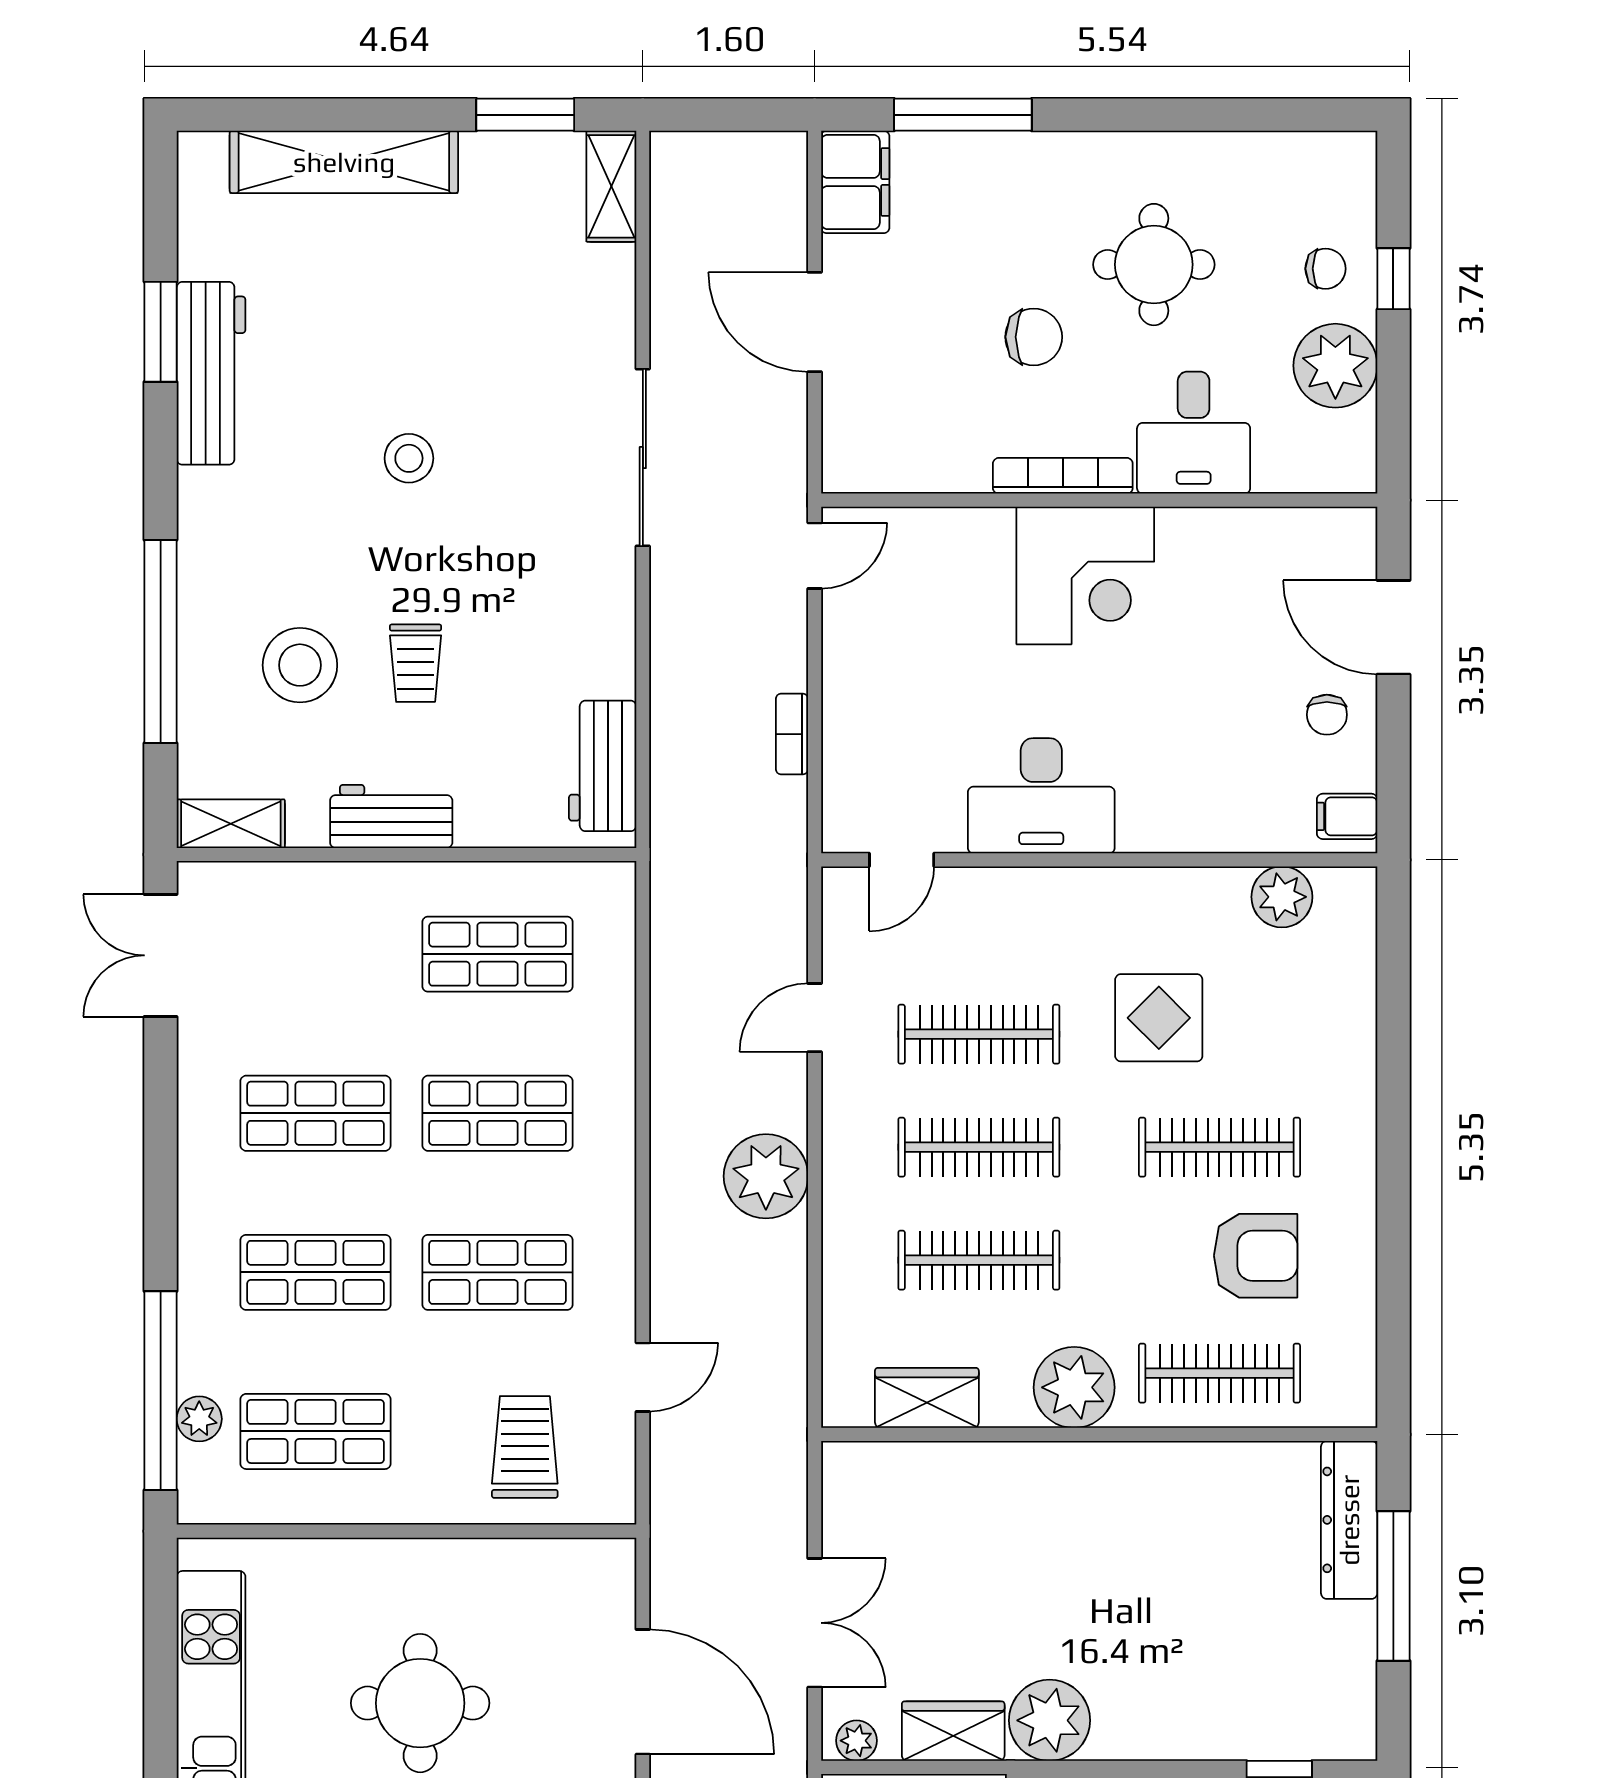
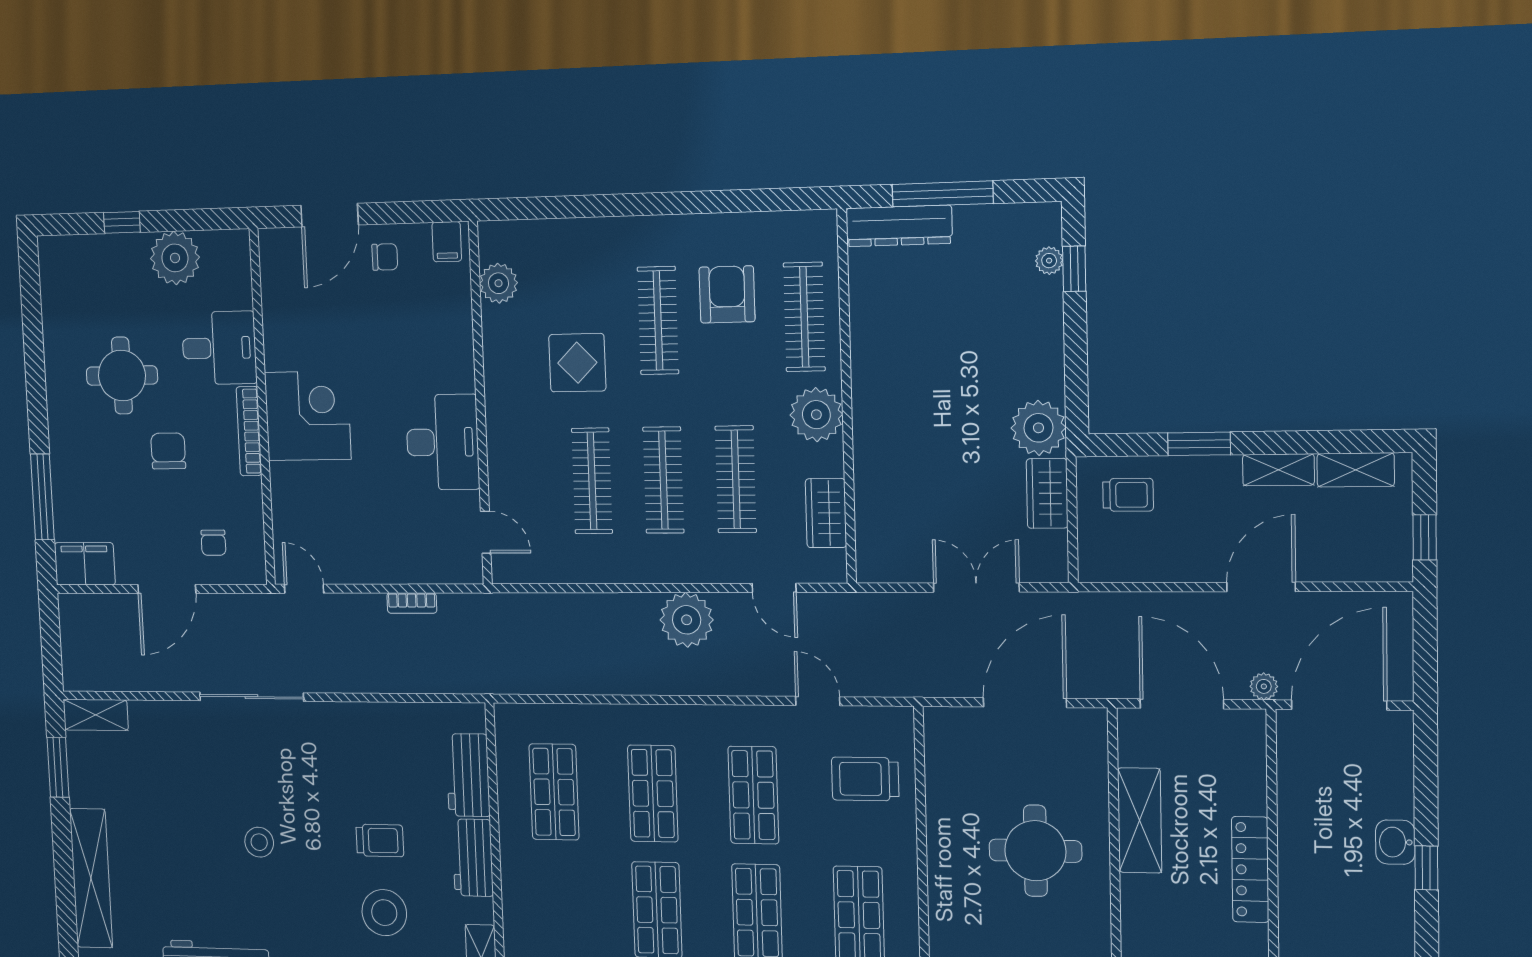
chair: (1326, 269) -> (213, 543), moved, turned 180
workbench: (603, 766) -> (468, 775), moved, turned 90
door: (815, 1018) -> (774, 588), moved
plant: (857, 1741) -> (1049, 261), moved

